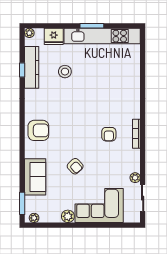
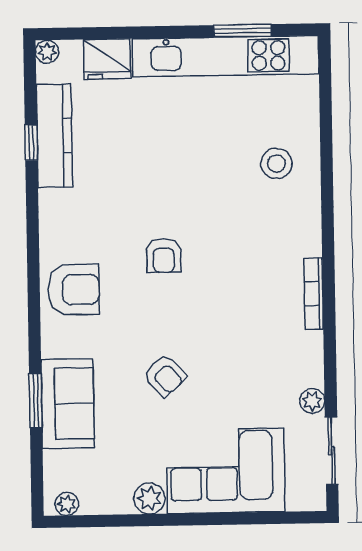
window: (92, 26) -> (243, 31), moved
stool: (65, 72) -> (276, 163), moved
armchair: (109, 134) -> (164, 256), moved
window: (22, 203) -> (36, 401), moved

